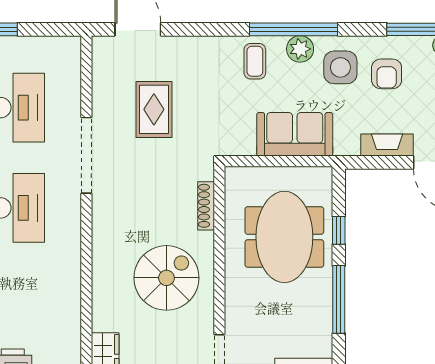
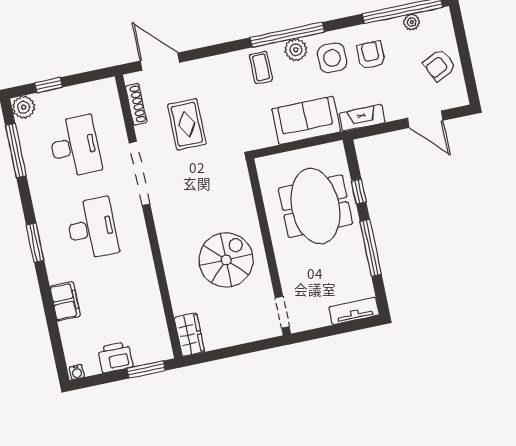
armchair: (387, 74) -> (371, 55), turned 180
fireplace: (387, 145) -> (362, 118), moved
shoe rack: (206, 206) -> (136, 104), moved, turned 180

